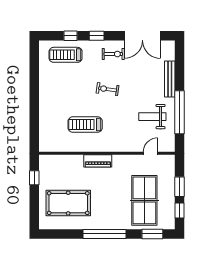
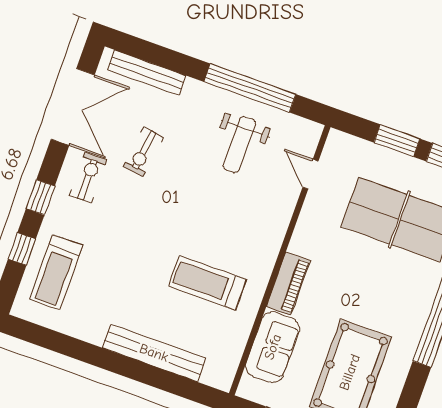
bench: (170, 79) -> (146, 73), moved
exercise bike: (108, 89) -> (143, 152), moved
bench: (45, 112) -> (154, 353), added
treadmill: (85, 125) -> (207, 283), turned 90
sofa: (67, 164) -> (273, 347), added

